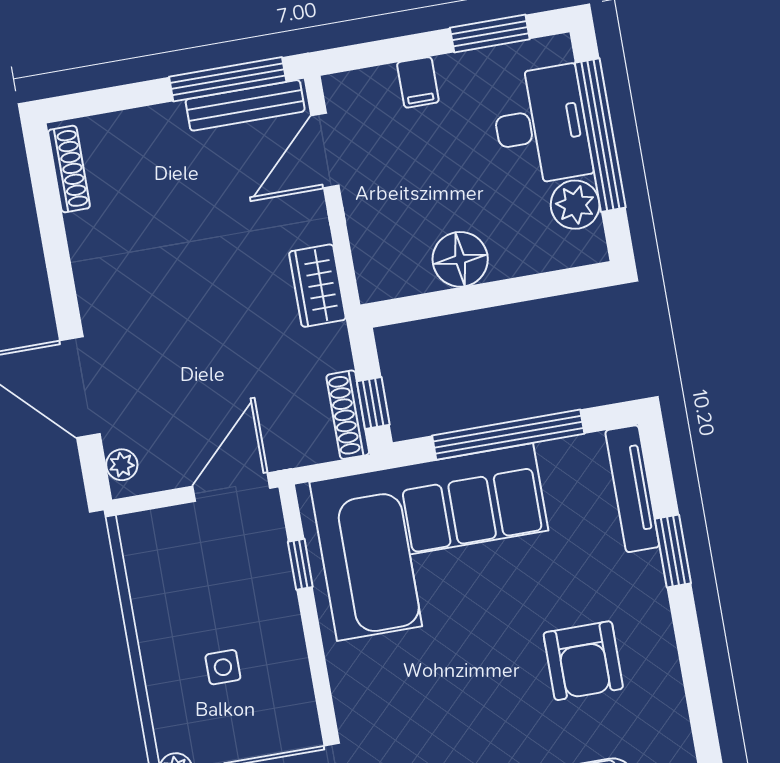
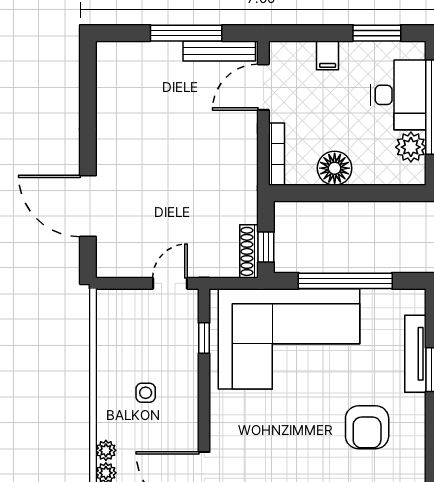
window: (228, 79) -> (186, 33), moved
shoe rack: (69, 169) -> (105, 71), removed
bookcase: (364, 253) -> (277, 154), added
wardrobe: (317, 286) -> (244, 169), removed
plant: (122, 465) -> (105, 258), removed
door: (231, 487) -> (170, 283), width x0.73
tv unit: (632, 489) -> (415, 354), moved

